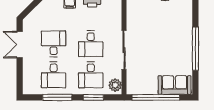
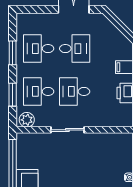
sliding door: (124, 50) -> (67, 130), width x0.73
window: (57, 97) -> (13, 53), width x0.69

